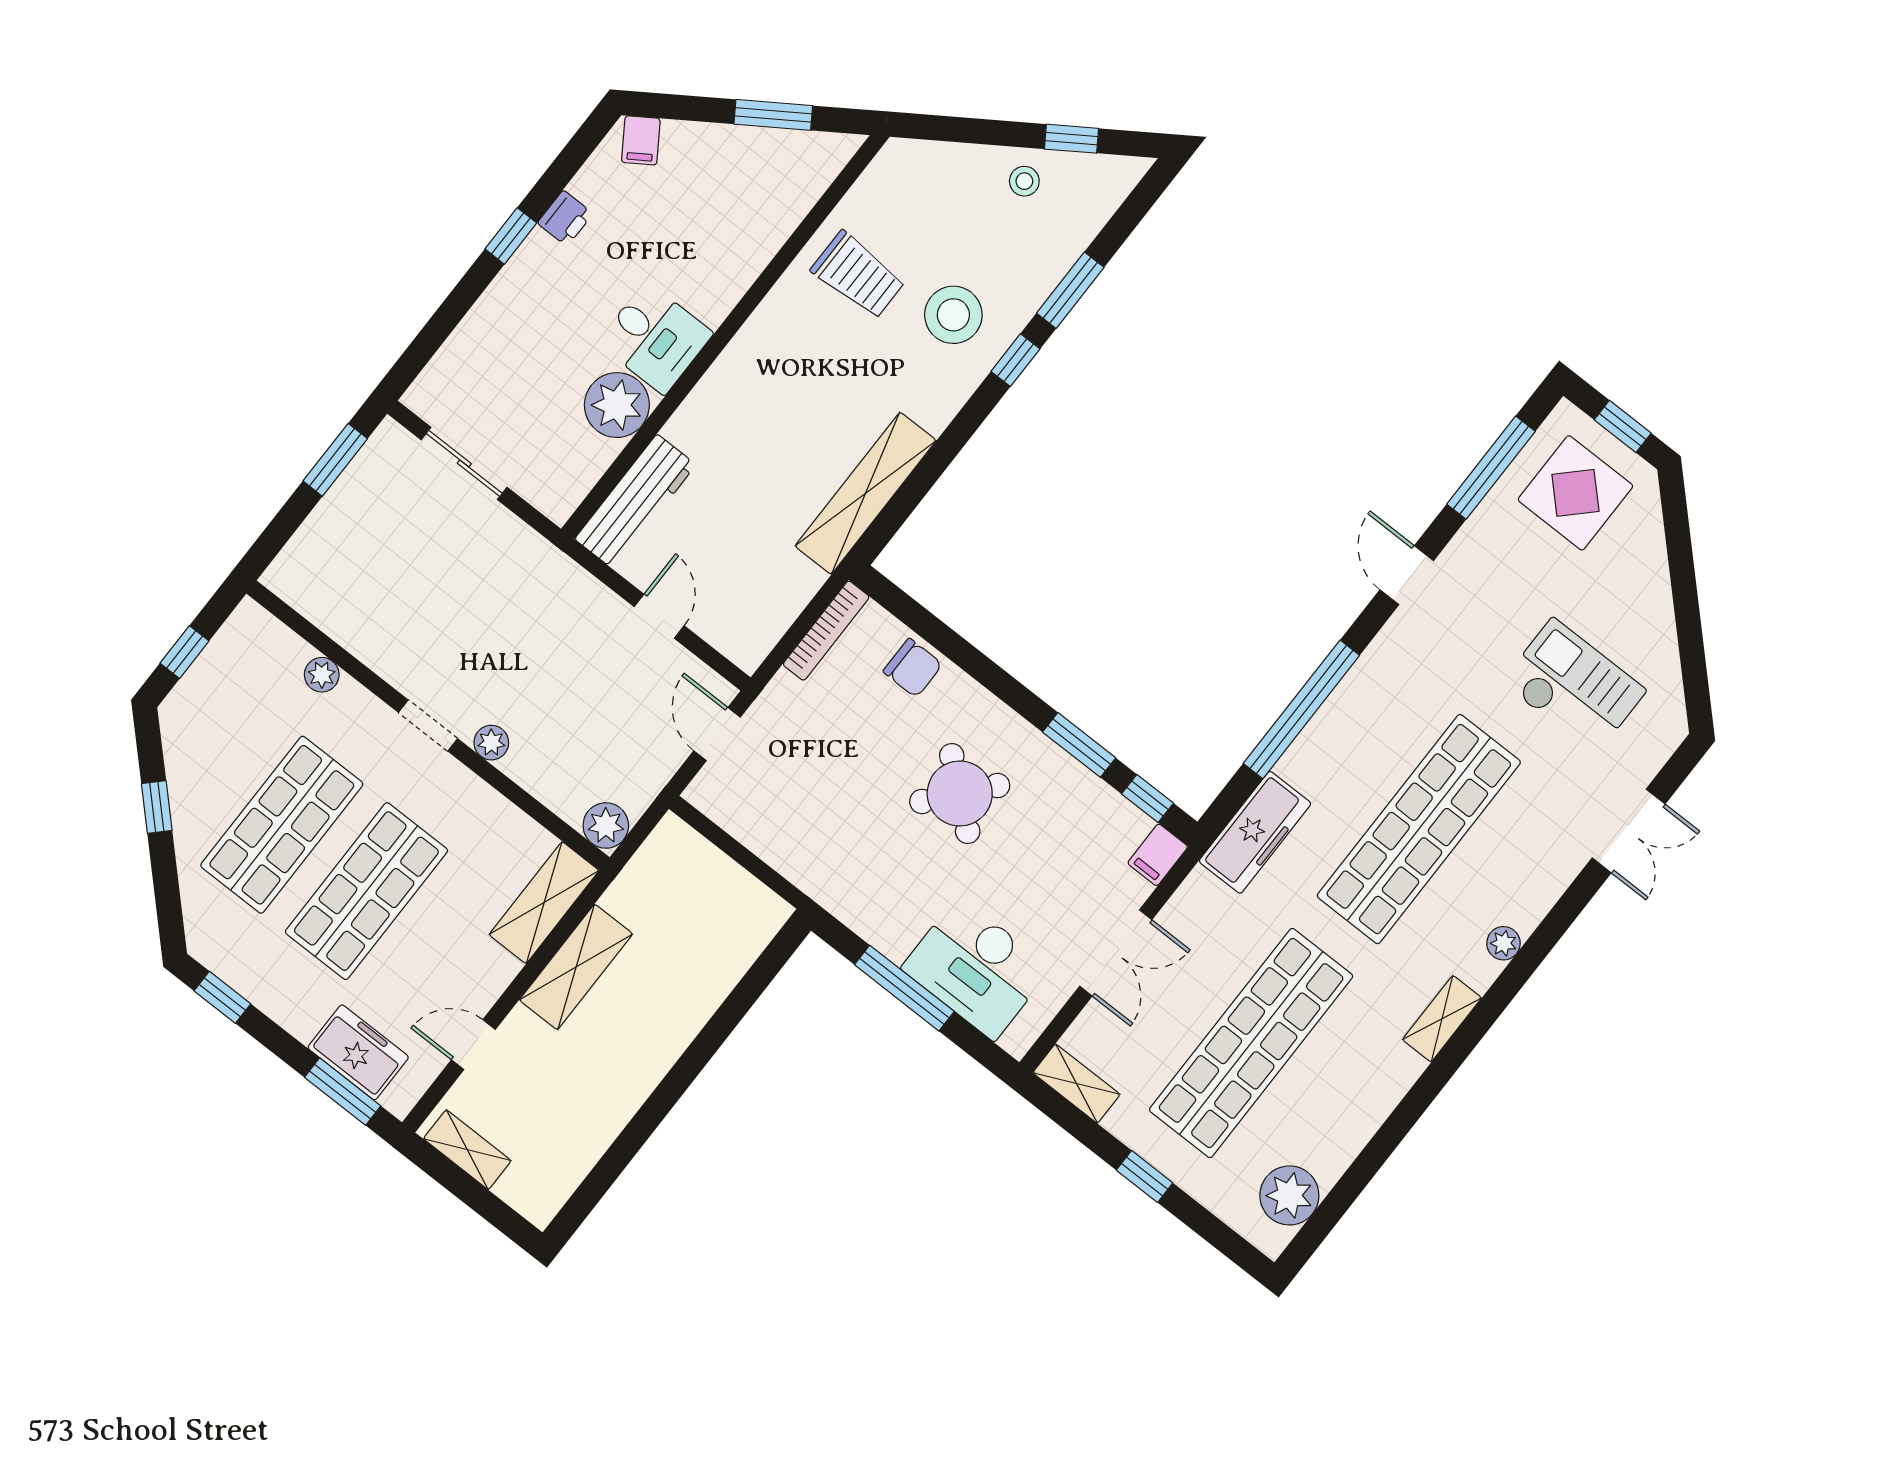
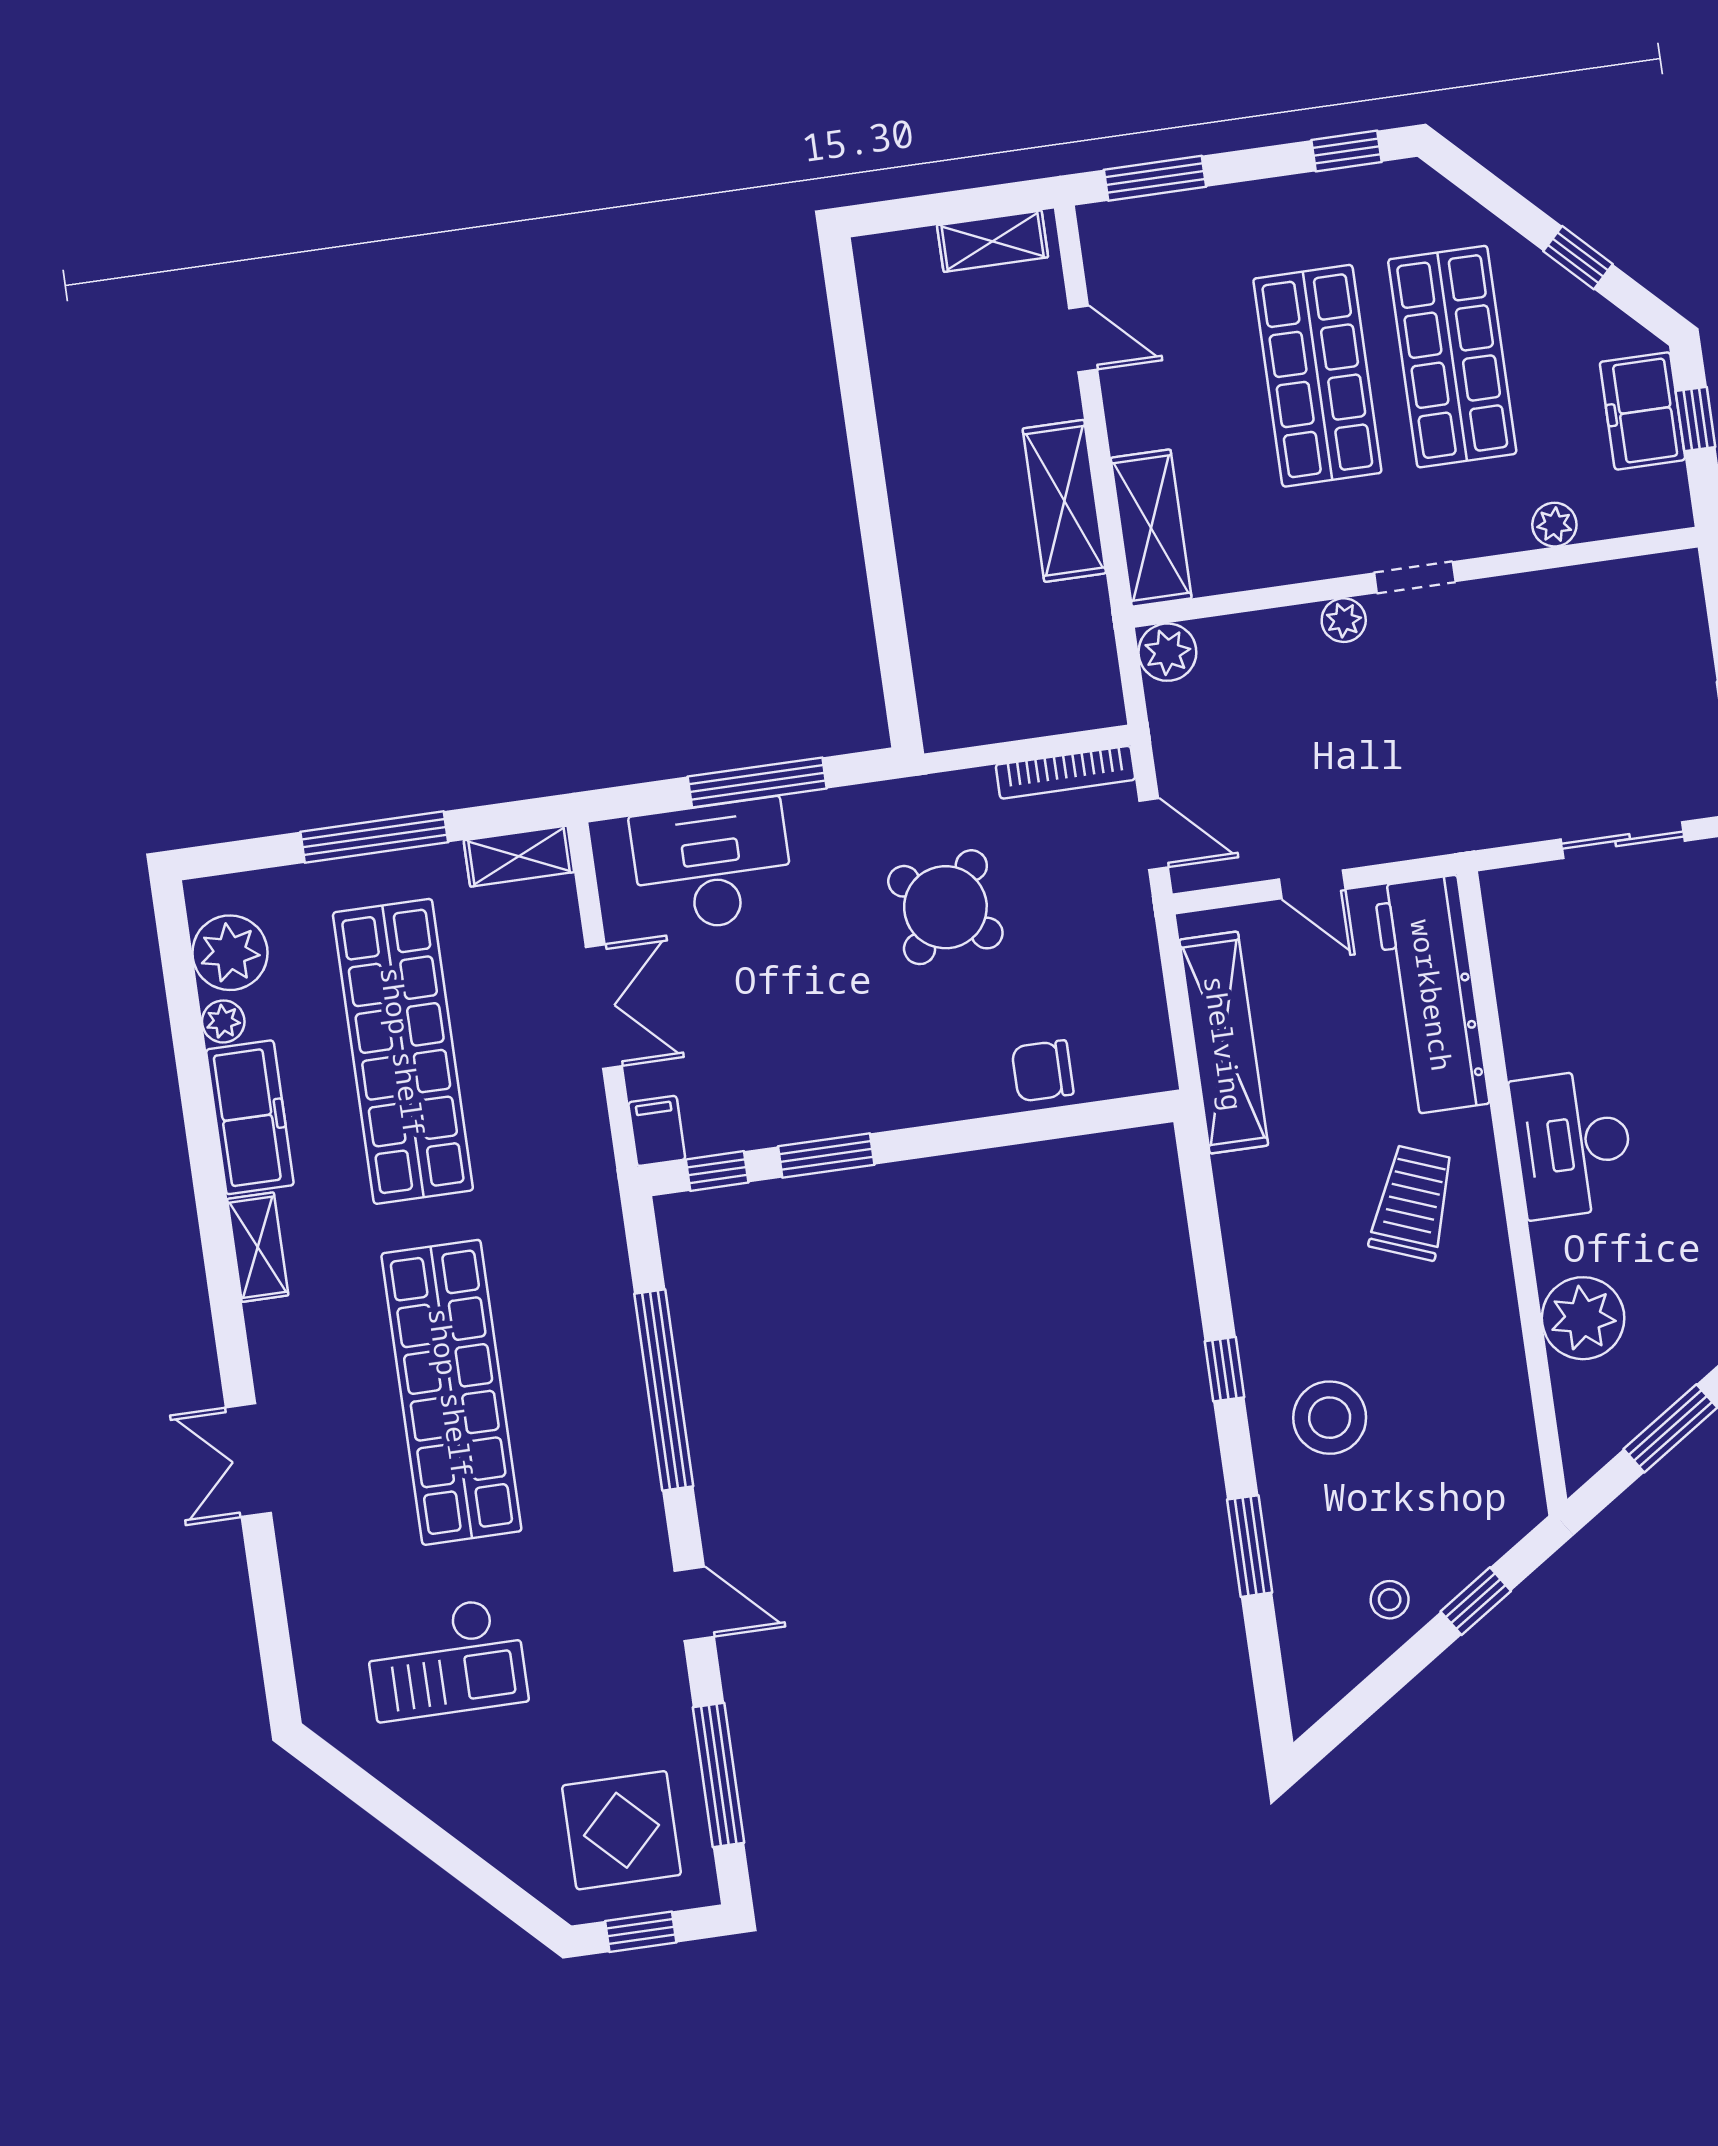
window: (1071, 139) -> (1476, 1601), moved
trolley: (858, 275) -> (1413, 1203), moved, turned 111
desk: (655, 338) -> (1573, 1144), width x1.37
window: (1015, 360) -> (1224, 1369), moved
plant: (617, 405) -> (1583, 1318), moved
shelving: (866, 493) -> (1224, 1043), moved
workbench: (635, 502) -> (1432, 995), width x1.36, depth x1.32
bookcase: (826, 631) -> (1065, 772), moved, turned -90
round table: (960, 793) -> (945, 907), moved
double door: (1629, 831) -> (248, 1460), moved
freezer: (1255, 832) -> (250, 1117), moved, turned 180
plant: (1503, 943) -> (223, 1021), moved
double door: (1116, 953) -> (604, 1007), swing flipped
door: (473, 1045) -> (1083, 339), hinge flipped
freezer: (358, 1052) -> (1642, 411), moved, turned 90
window: (1145, 1176) -> (374, 837), width x2.17

